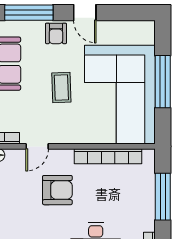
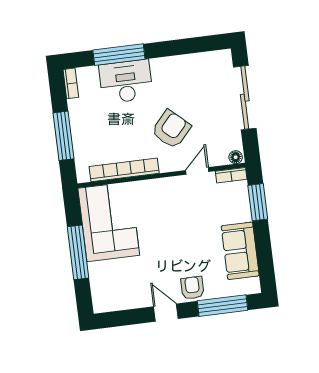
coffee table: (61, 87) -> (180, 234), removed
corner sofa: (120, 95) -> (109, 222), width x0.73, depth x0.74
armchair: (57, 190) -> (171, 129), turned 132

